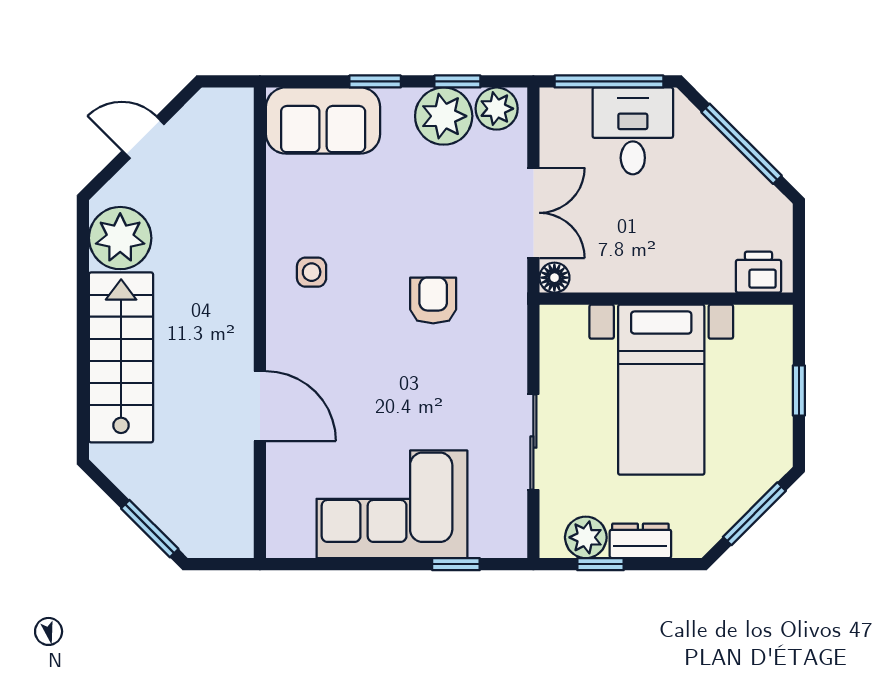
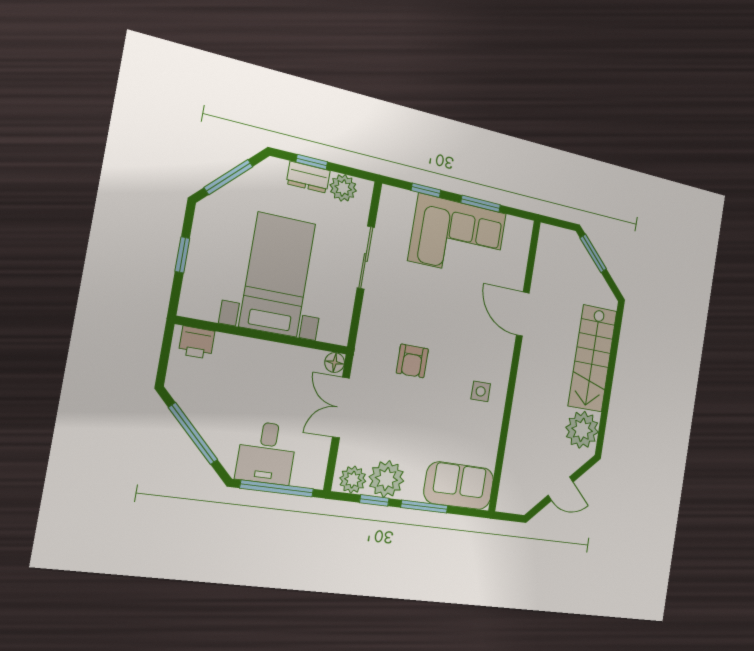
window: (375, 81) -> (424, 507), width x1.50
window: (362, 564) -> (481, 204), added
window: (601, 564) -> (312, 162), moved

